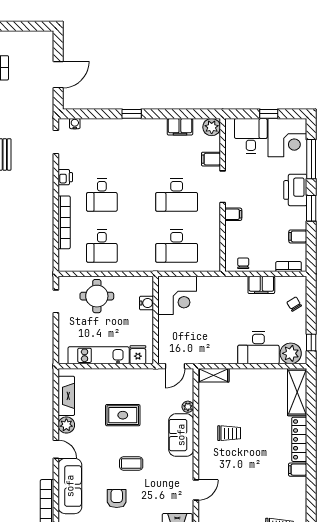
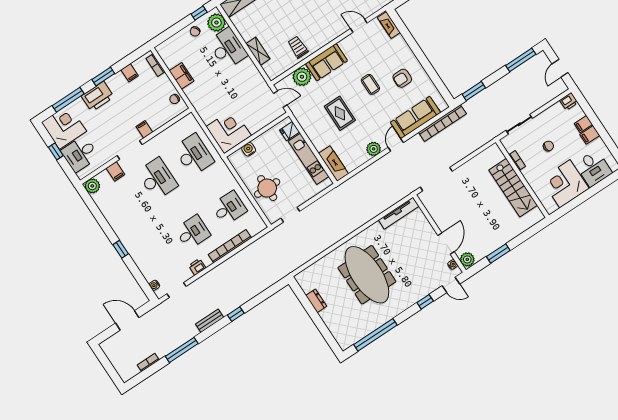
filing cabinet: (180, 127) -> (107, 209), removed
chair: (294, 304) -> (195, 31), moved
shelving: (213, 375) -> (258, 51), moved
fireplace: (66, 396) -> (333, 164), moved, turned 90
plant: (188, 407) -> (302, 77), width x1.88, depth x1.88
trolley: (229, 433) -> (298, 47), moved

